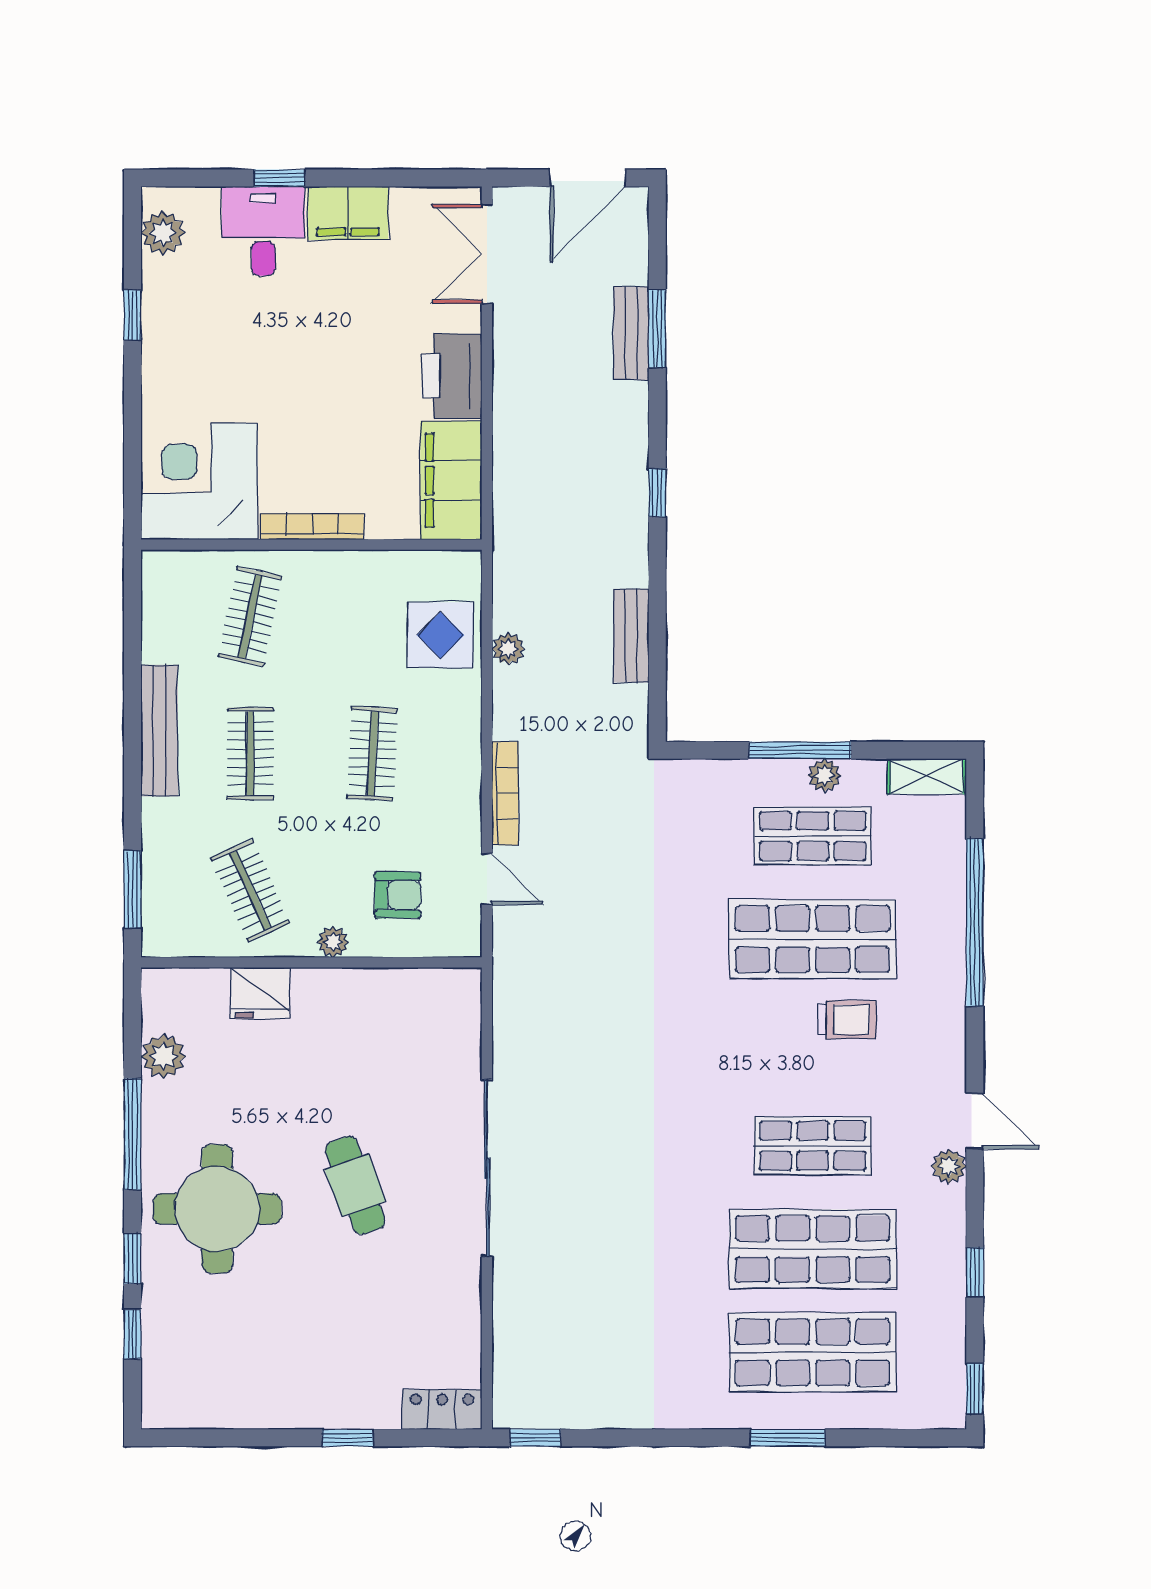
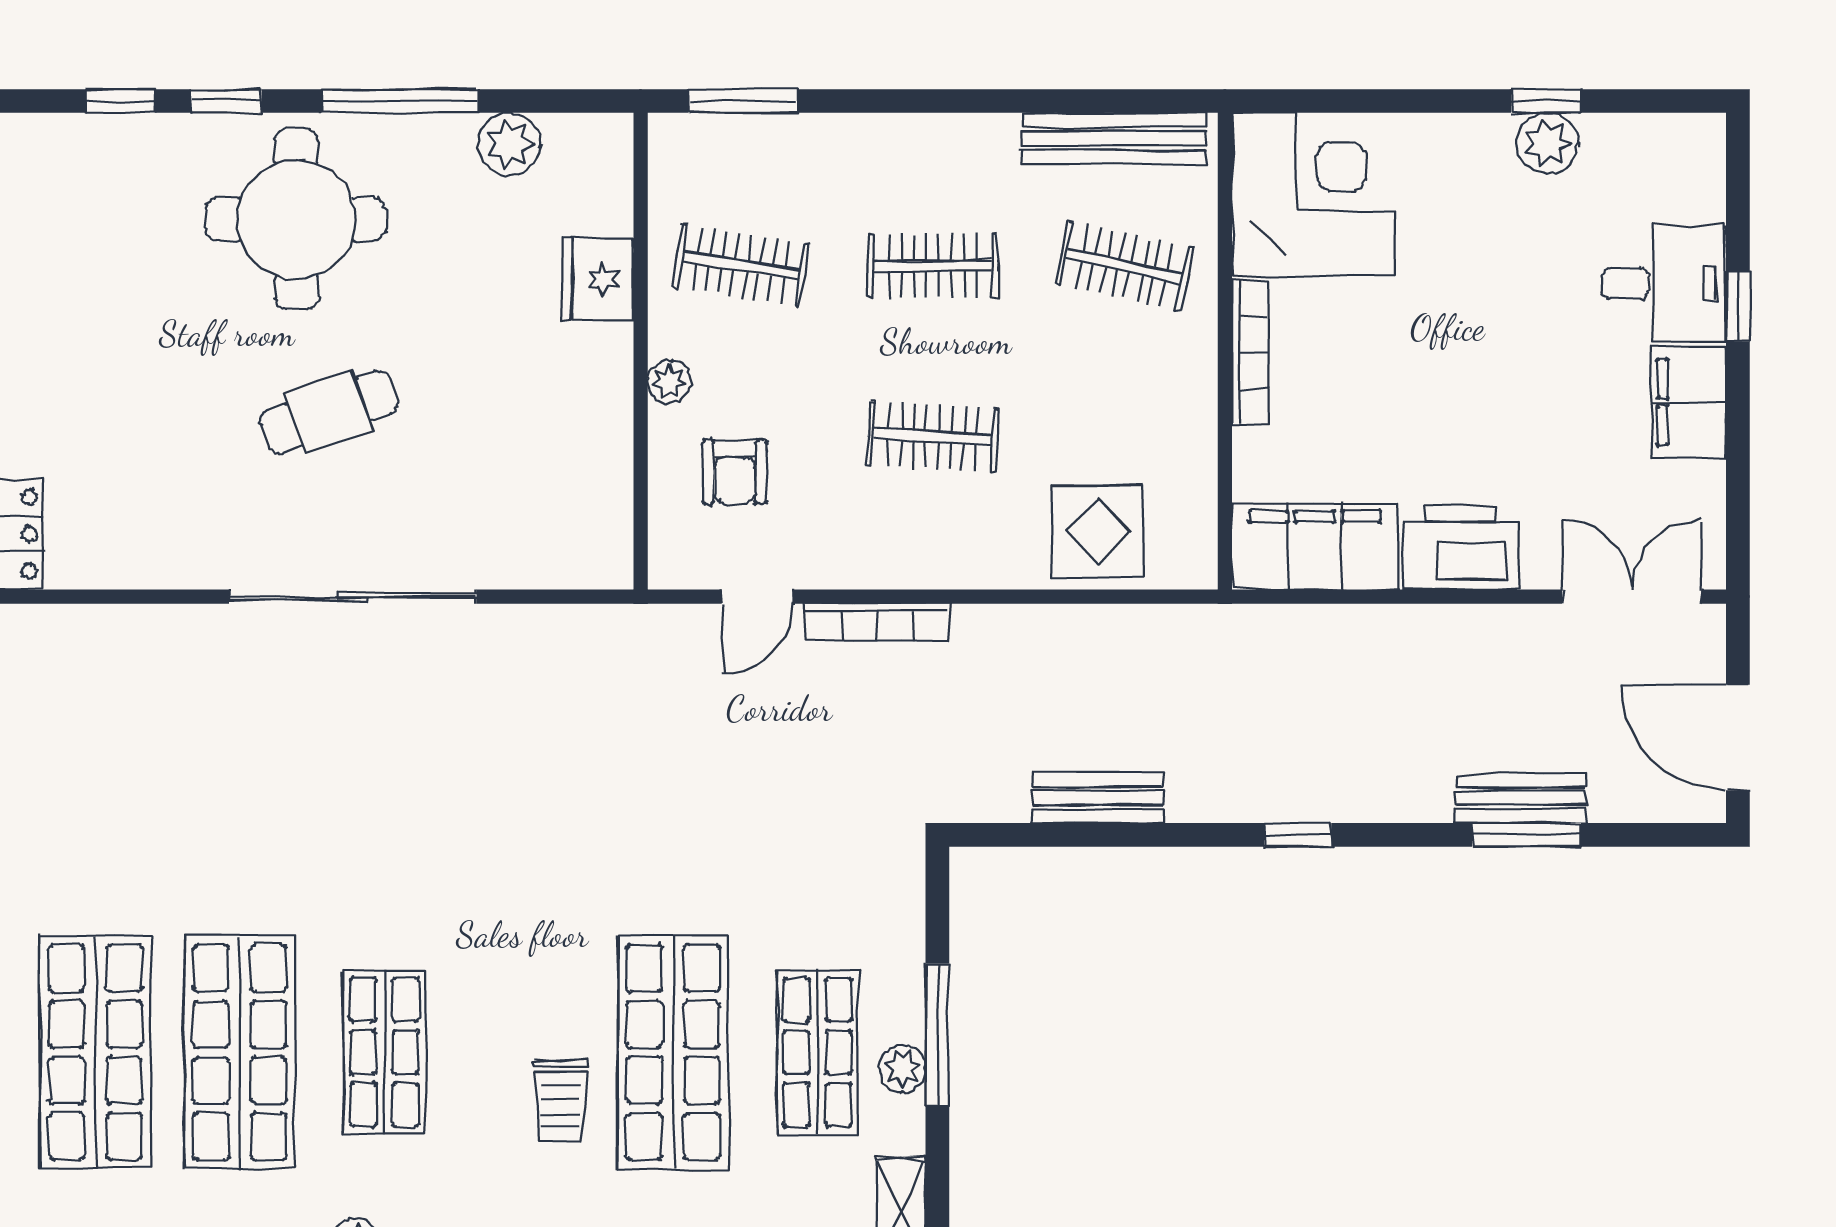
plant: (163, 233) -> (1547, 143), moved
plant: (508, 649) -> (1079, 626), removed
bench: (159, 731) -> (1114, 138), moved
clothes rail: (250, 891) -> (741, 266), turned 33

